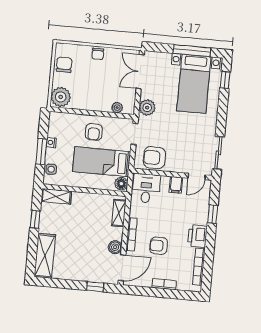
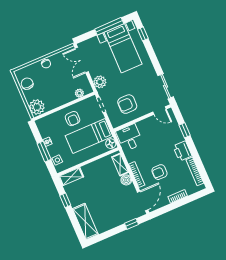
armchair: (154, 158) -> (127, 104), moved
door: (197, 176) -> (160, 111), hinge flipped
filing cabinet: (176, 185) -> (148, 124), removed
boiler: (115, 247) -> (126, 180), moved

